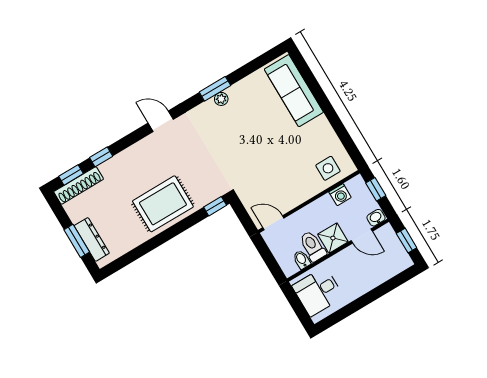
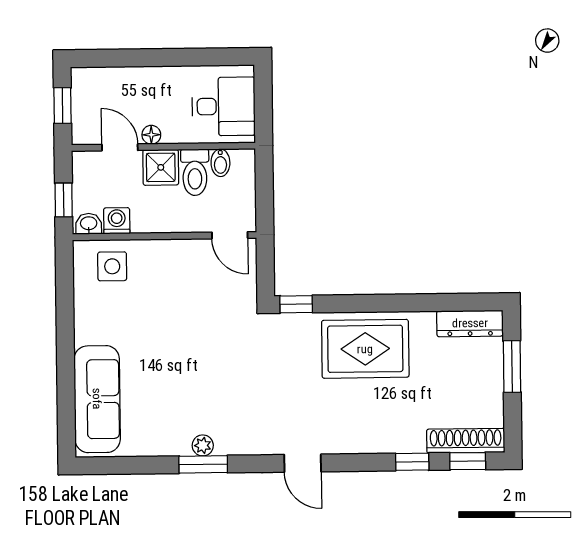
washbasin: (376, 218) -> (89, 224), moved, turned 180
dresser: (92, 239) -> (470, 323), moved, turned -90
floor lamp: (349, 253) -> (151, 135), added

